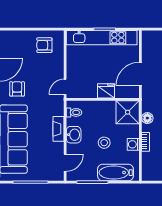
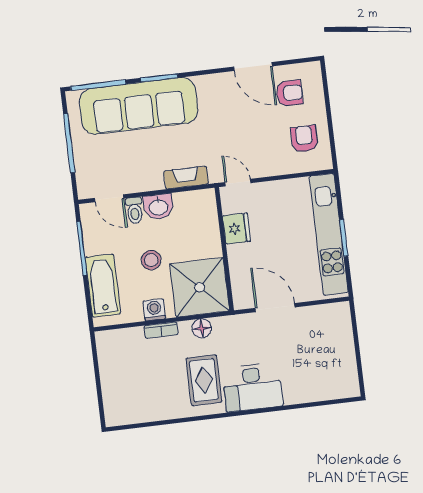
armchair: (17, 89) -> (289, 93), moved
fridge: (106, 91) -> (237, 228), moved
toilet: (74, 112) -> (135, 210), moved
shower: (128, 112) -> (200, 287), width x1.37, depth x1.37
fireplace: (59, 129) -> (186, 178), moved

